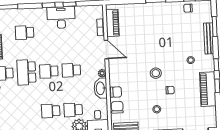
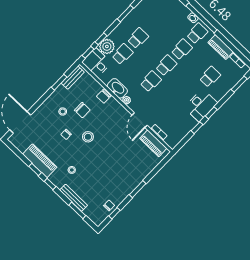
desk: (61, 17) -> (201, 105), moved
door: (106, 49) -> (140, 120), hinge flipped
school desk: (26, 72) -> (182, 49), width x0.54
chair: (117, 107) -> (82, 110), moved

